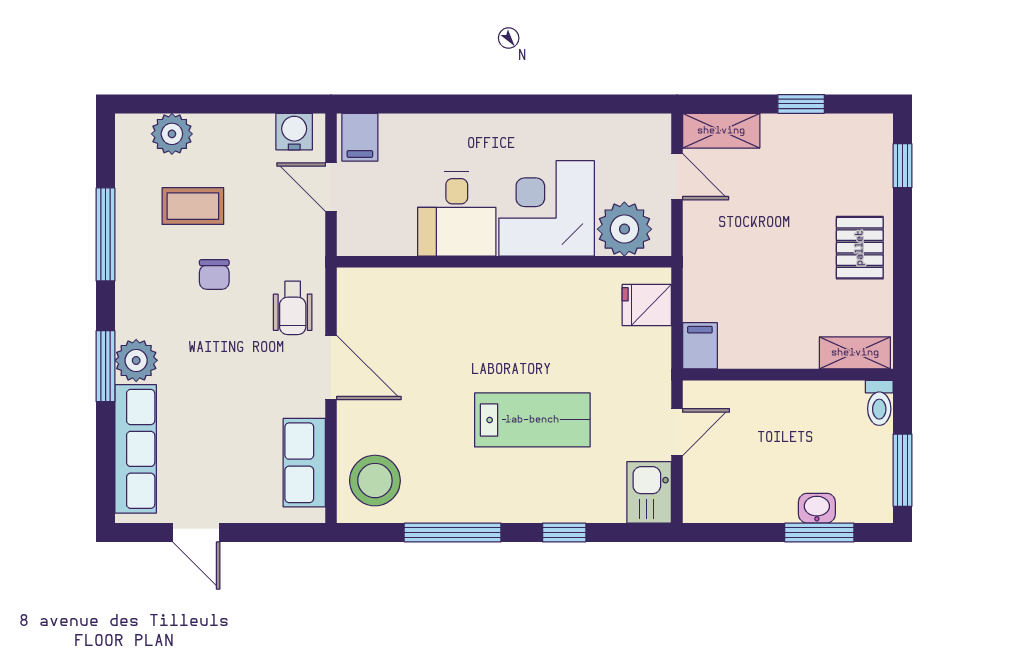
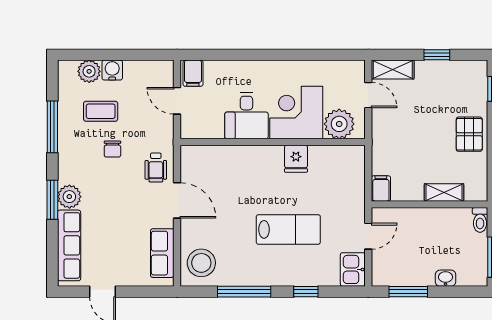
water cooler: (294, 132) -> (112, 70), moved
fridge: (647, 305) -> (296, 159), moved, turned -90
shelving: (855, 353) -> (444, 192), moved
window: (819, 533) -> (408, 292), moved

